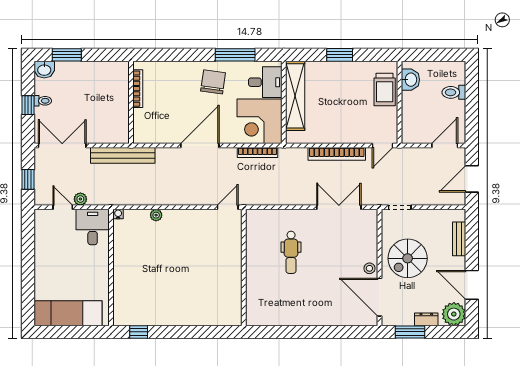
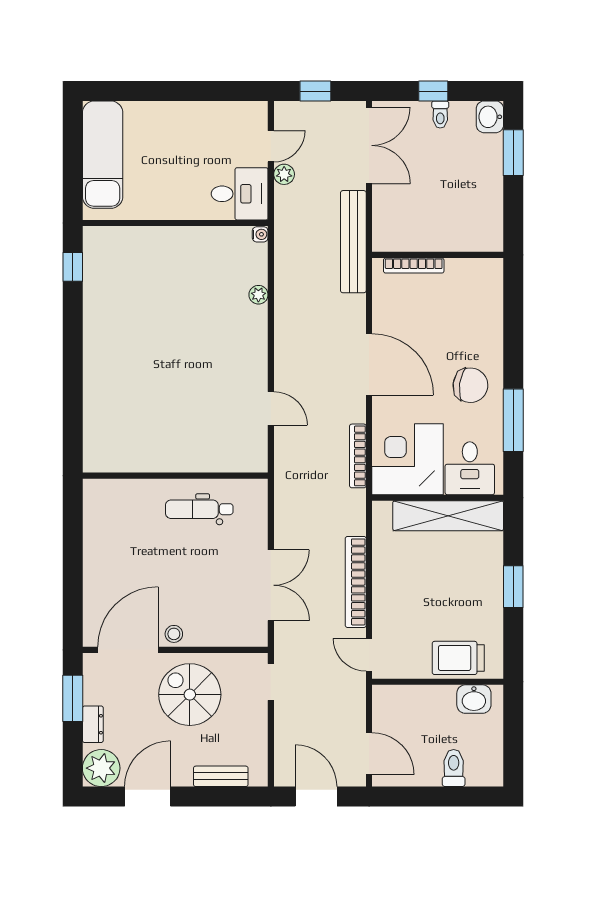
bookcase: (138, 89) -> (414, 266), moved
wall: (244, 267) -> (175, 476), moved

